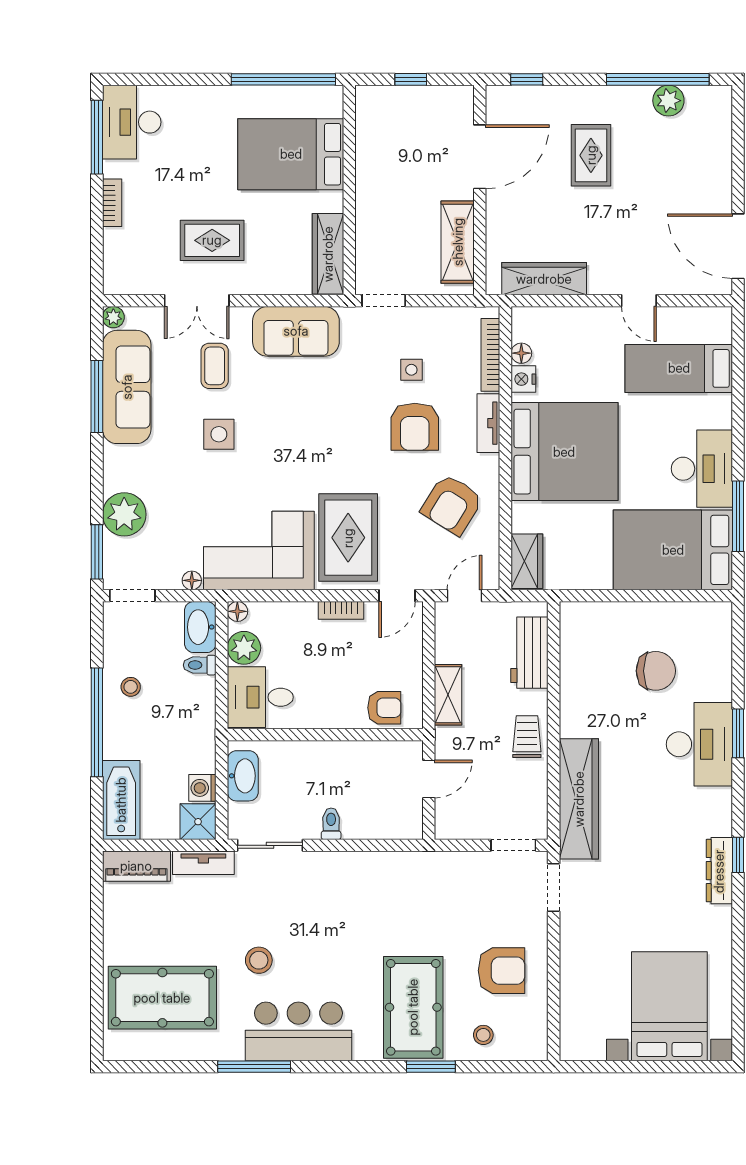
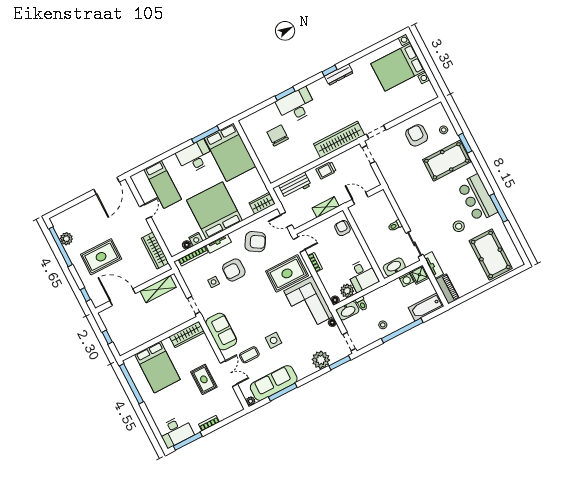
rug: (591, 155) -> (101, 257), width x1.36, depth x1.43
armchair: (415, 427) -> (234, 270), turned 180

